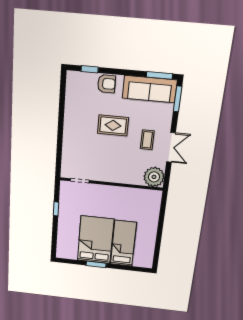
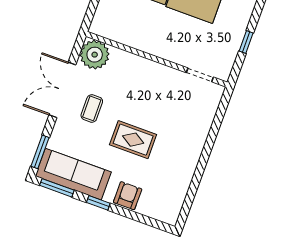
window: (90, 69) -> (98, 203), moved
armchair: (106, 84) -> (128, 196), turned 90
double door: (171, 147) -> (62, 90), width x1.37

